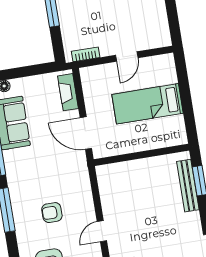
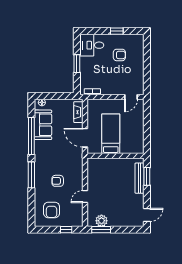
door: (127, 57) -> (131, 97), moved
bed: (148, 104) -> (111, 134), moved, turned 90

